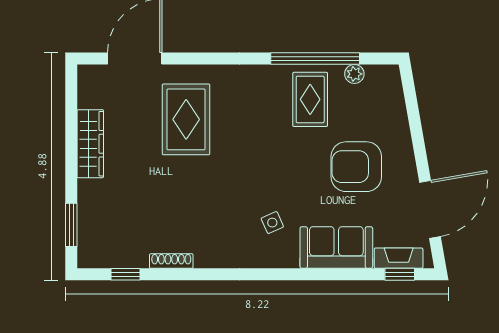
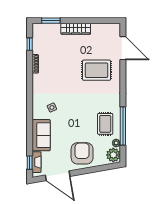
plant: (382, 81) -> (113, 155), added
rug: (310, 99) -> (105, 124), turned 90
wardrobe: (90, 144) -> (76, 29), moved
armchair: (356, 167) -> (82, 153), moved

